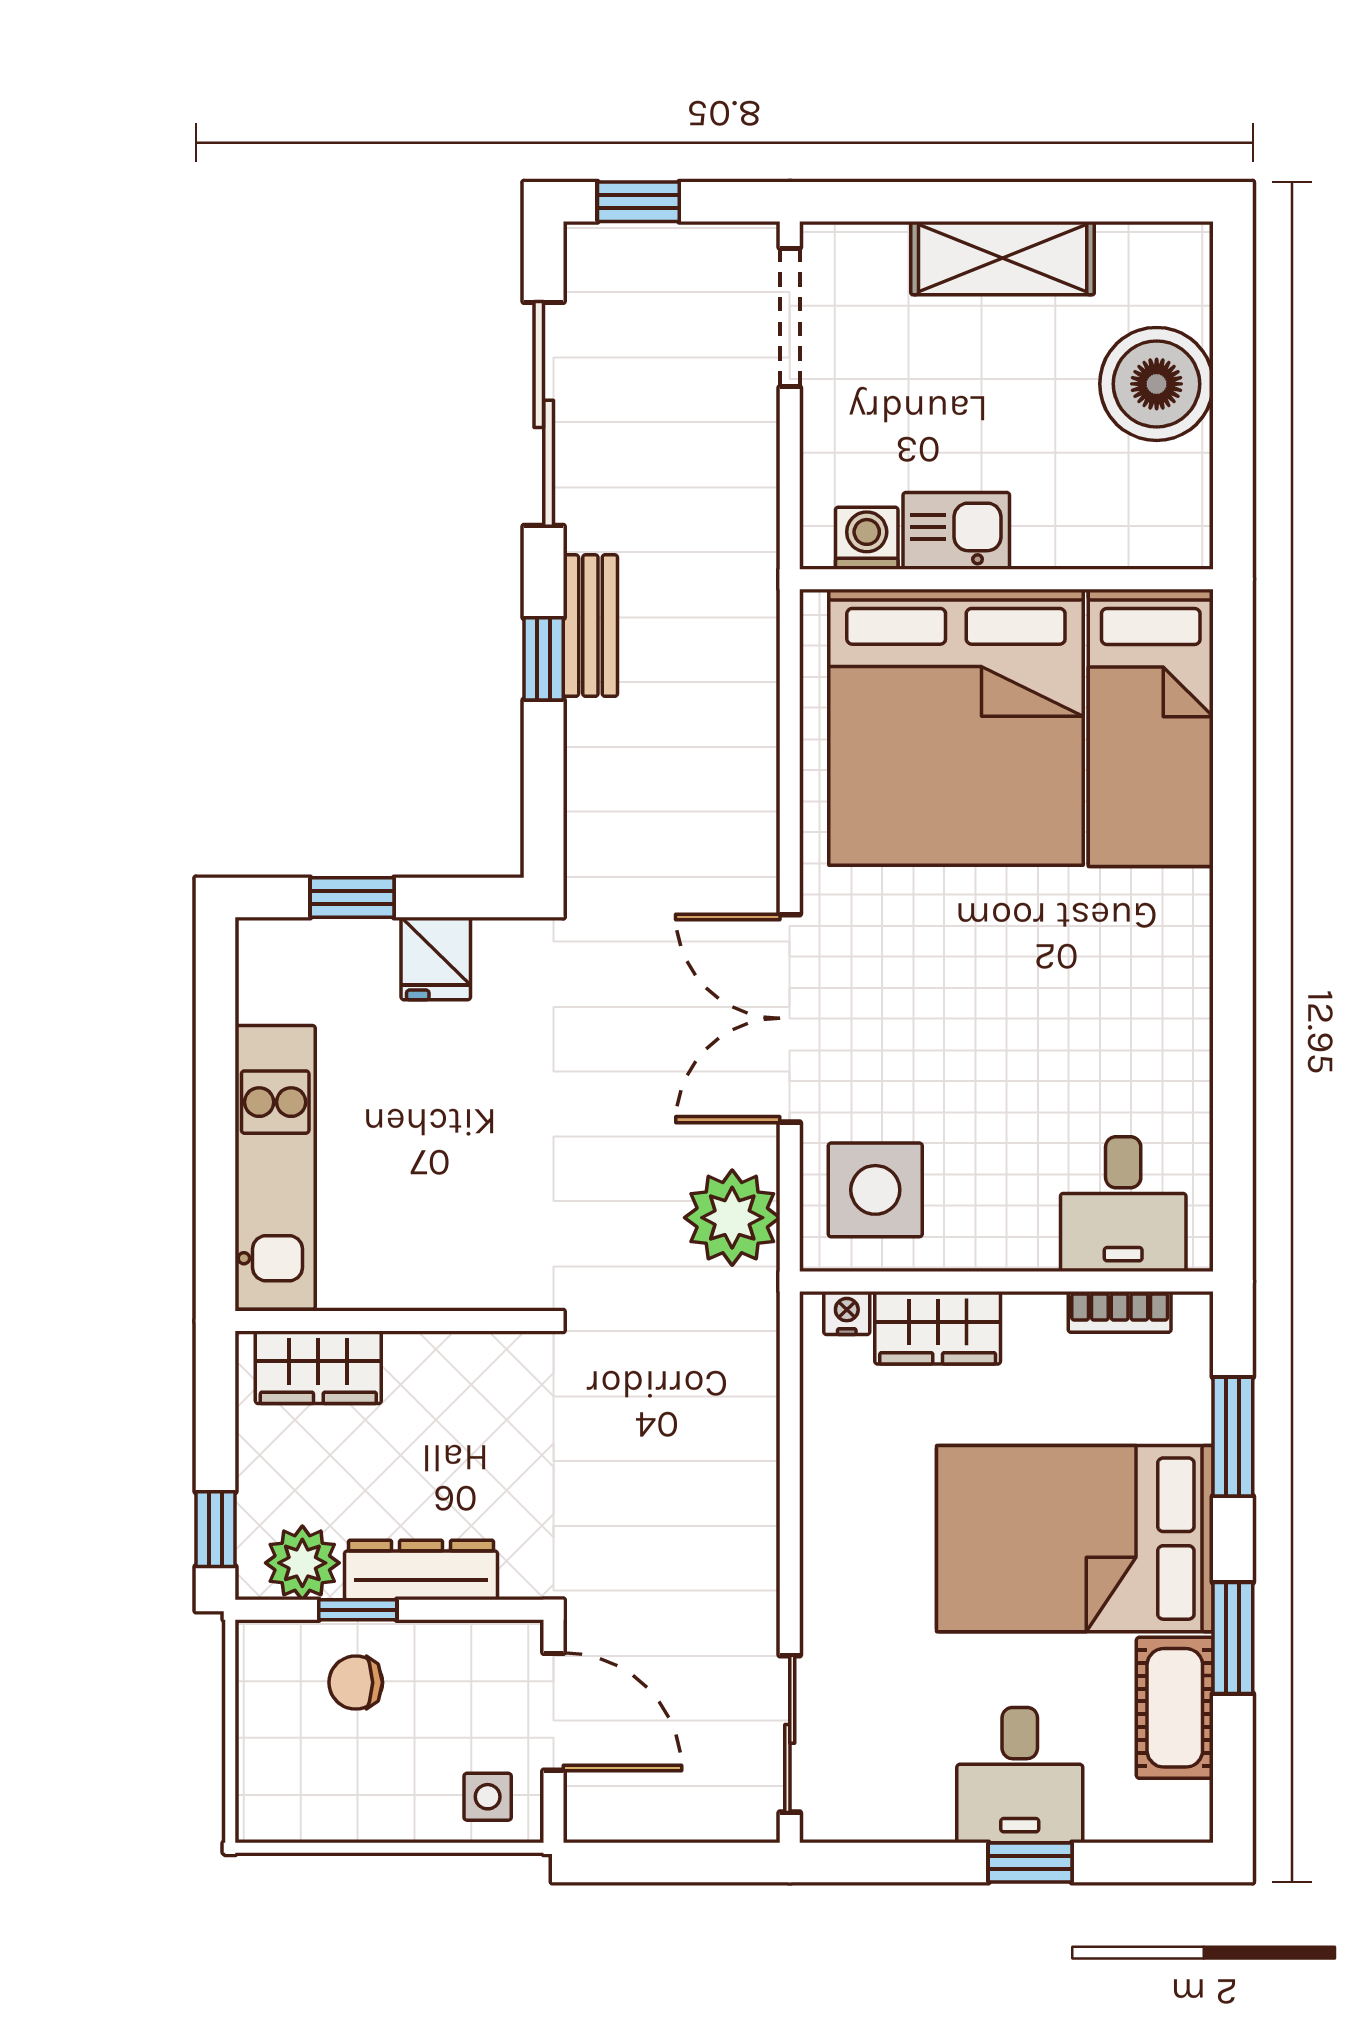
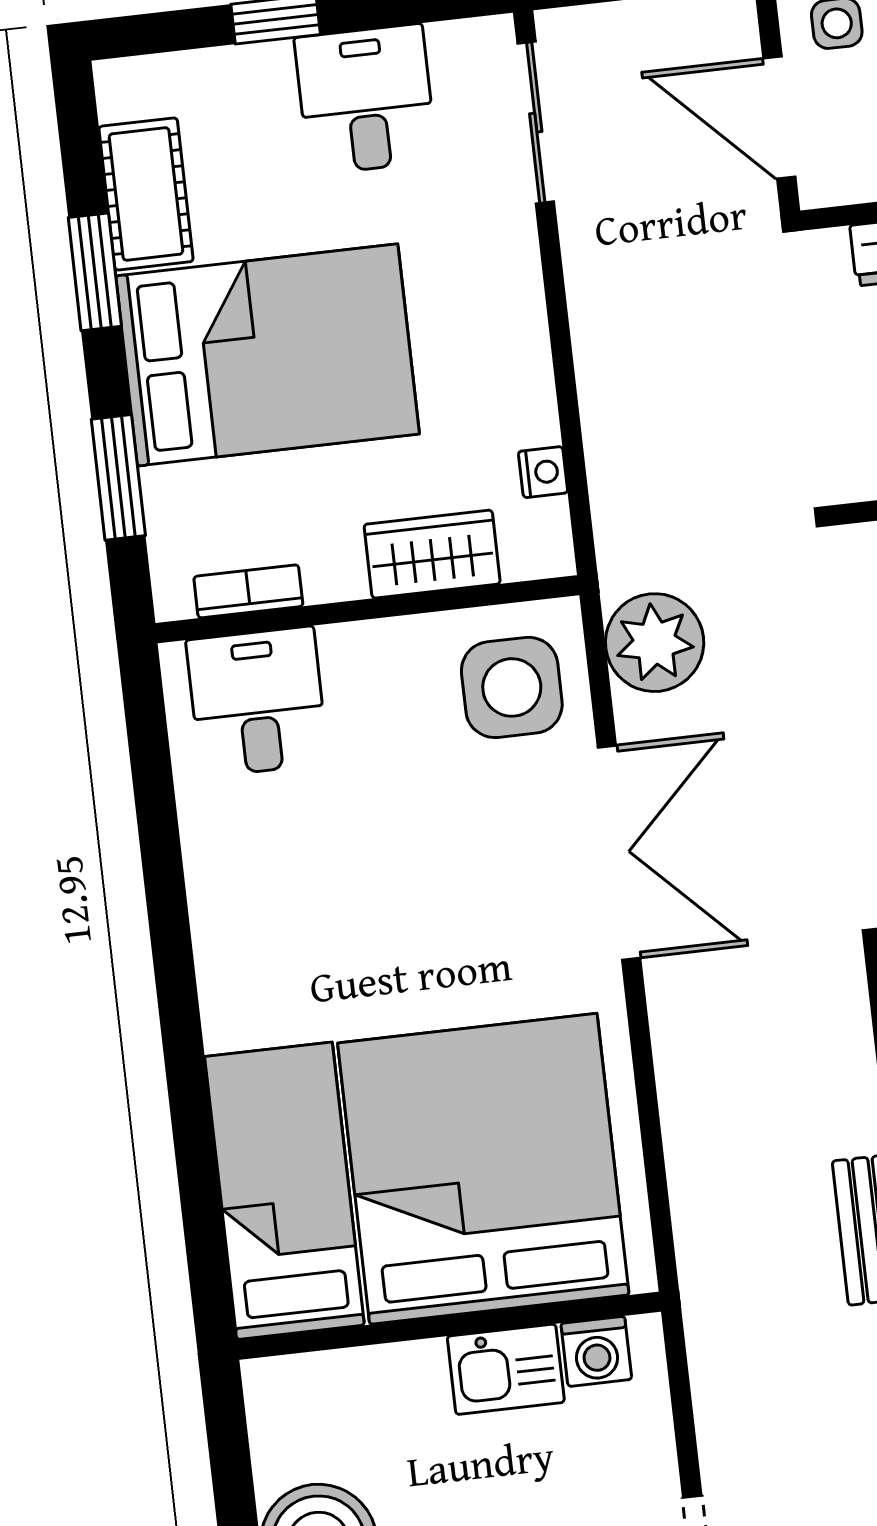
nightstand: (847, 1313) -> (543, 472), moved, turned -90
desk: (1020, 1775) -> (366, 99), moved

